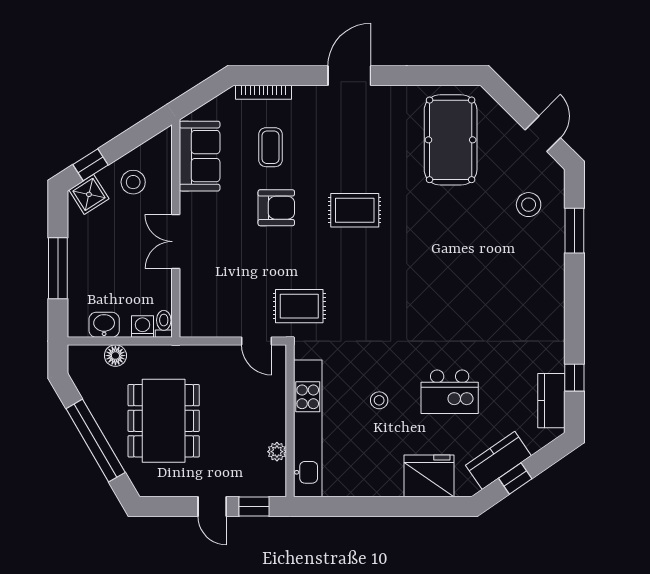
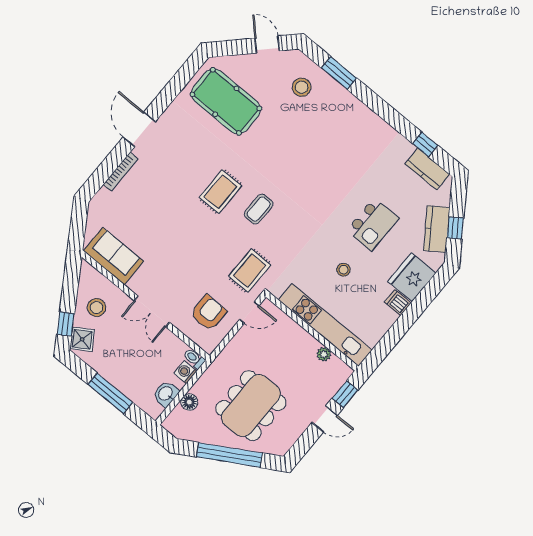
bookcase: (264, 92) -> (121, 172), moved
coffee table: (270, 147) -> (259, 209), moved, turned 90
armchair: (276, 208) -> (208, 313), moved
dining table: (164, 421) -> (251, 406), turned 90
dishwasher: (391, 483) -> (398, 303), added

